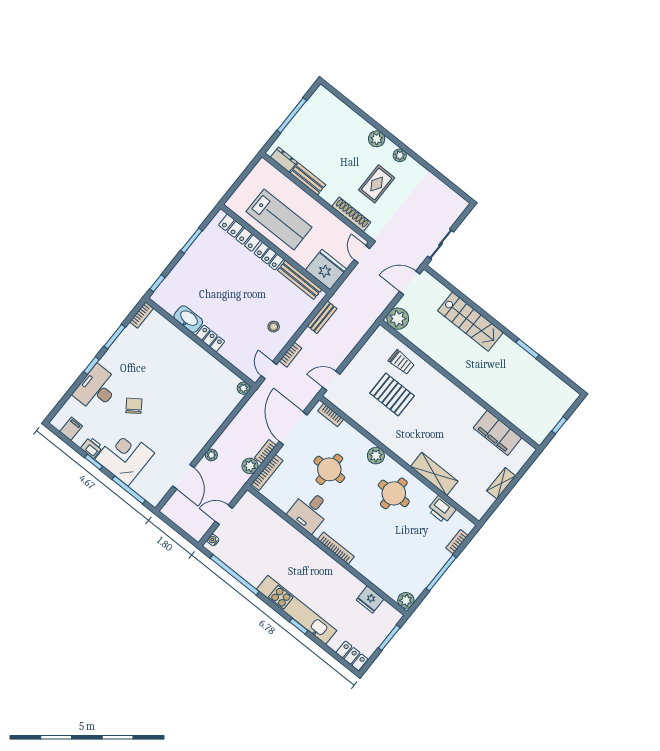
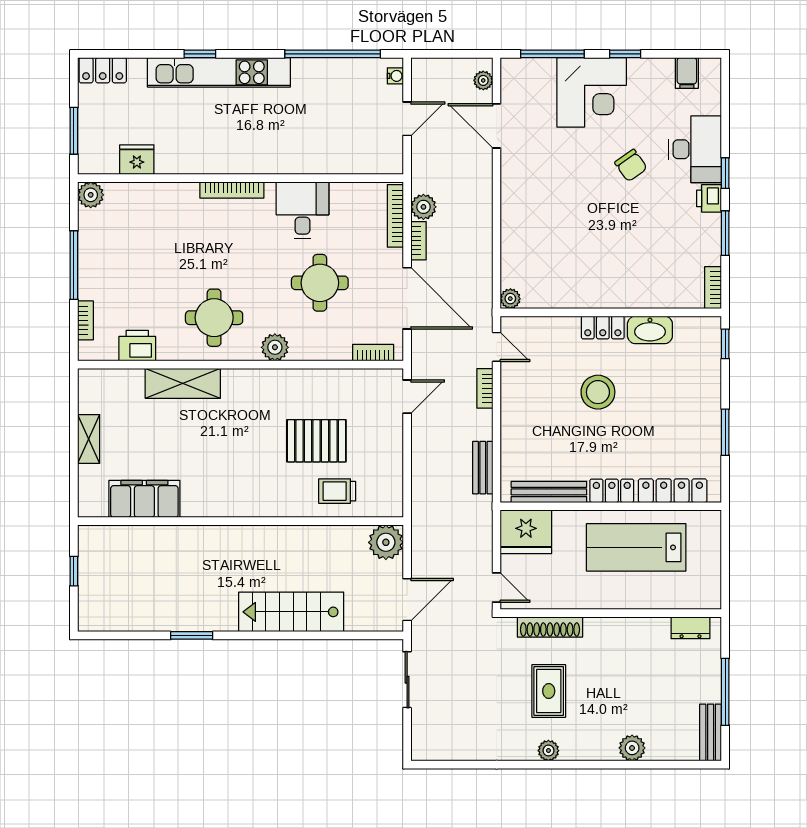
plant: (377, 139) -> (632, 748), moved
bench: (308, 179) -> (711, 733), moved, turned 90
stool: (274, 327) -> (598, 392), moved, width x1.89, depth x1.89
printer: (92, 447) -> (709, 198), moved, turned 90
plant: (211, 455) -> (483, 80), moved

